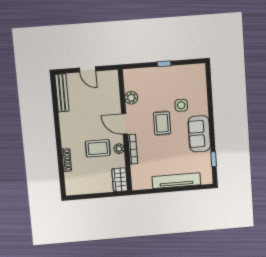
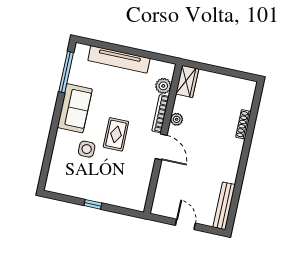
plant: (131, 98) -> (163, 86), moved
rug: (98, 148) -> (202, 127), removed
window: (214, 159) -> (66, 72), width x2.17

